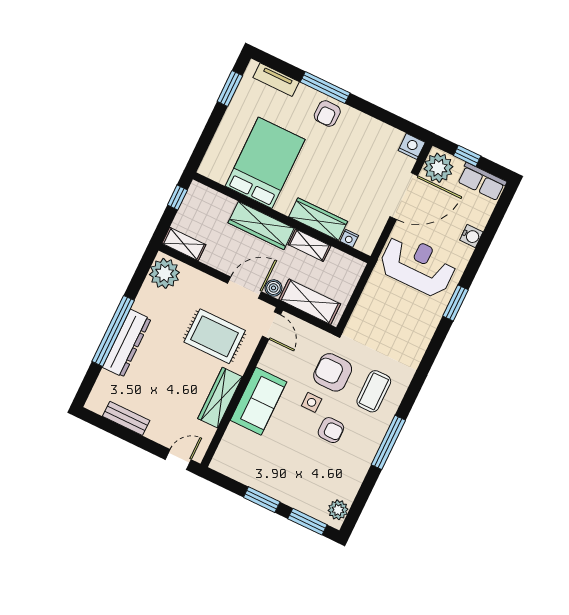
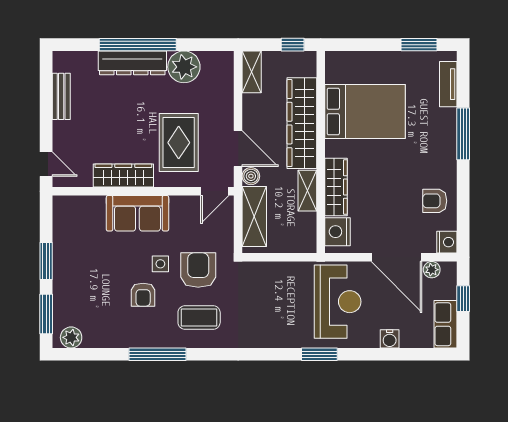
armchair: (327, 113) -> (435, 201), moved
plant: (438, 168) -> (432, 270), width x0.53, depth x0.53
wardrobe: (261, 226) -> (302, 123), width x1.40, depth x1.17
nightstand: (349, 238) -> (338, 232), width x1.89, depth x1.79
plant: (164, 273) -> (184, 67), moved

